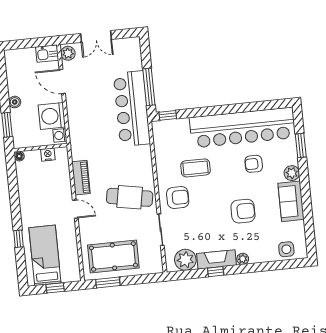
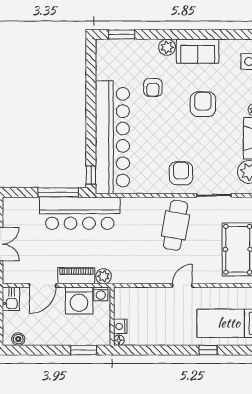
plant: (68, 53) -> (104, 276), moved
boiler: (15, 102) -> (18, 339), moved
bar counter: (242, 128) -> (112, 137), moved
window: (301, 145) -> (122, 34), moved
nightstand: (48, 155) -> (120, 326), moved
coffee table: (196, 168) -> (151, 151), removed
piano: (81, 178) -> (76, 276), moved

